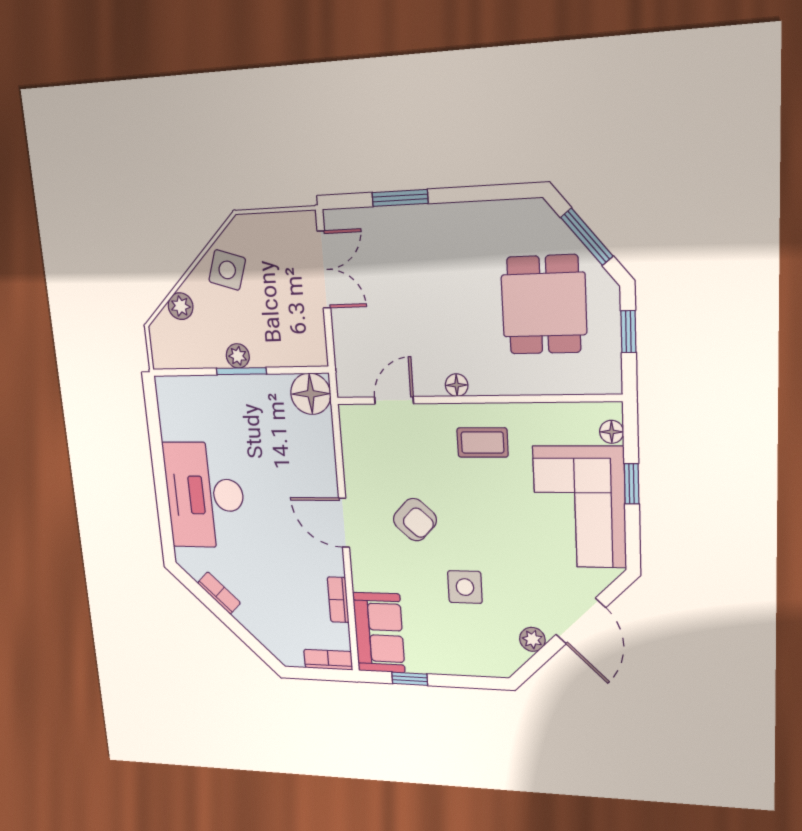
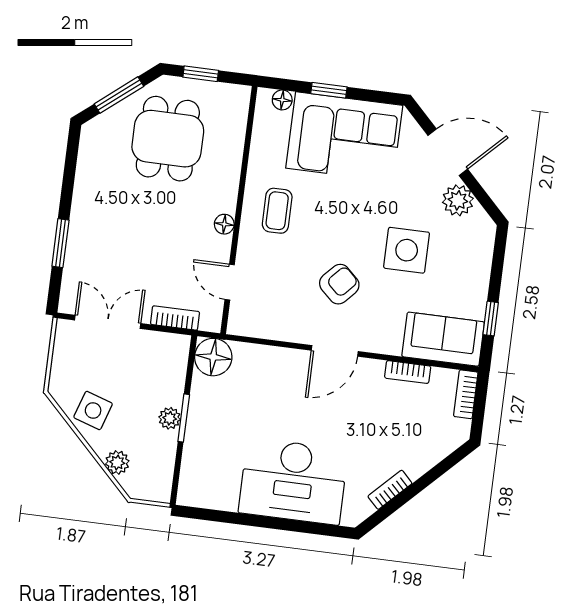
dining table: (544, 305) -> (168, 139), turned 90
bookcase: (343, 345) -> (175, 318), added
side table: (465, 587) -> (407, 250), width x1.37, depth x1.37
plant: (532, 639) -> (458, 200), width x1.38, depth x1.38

